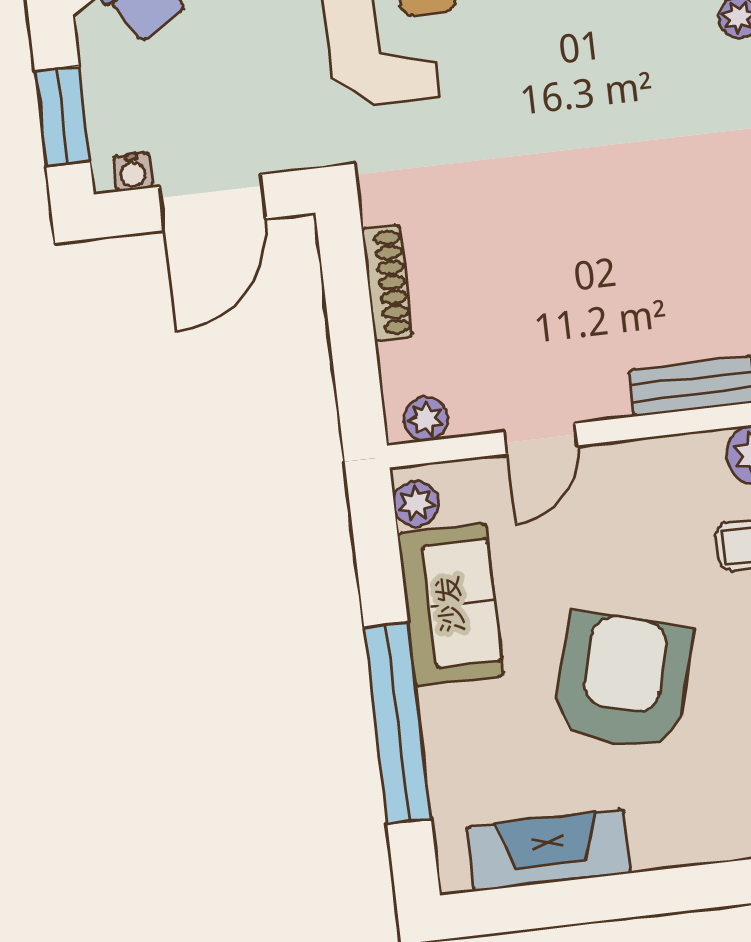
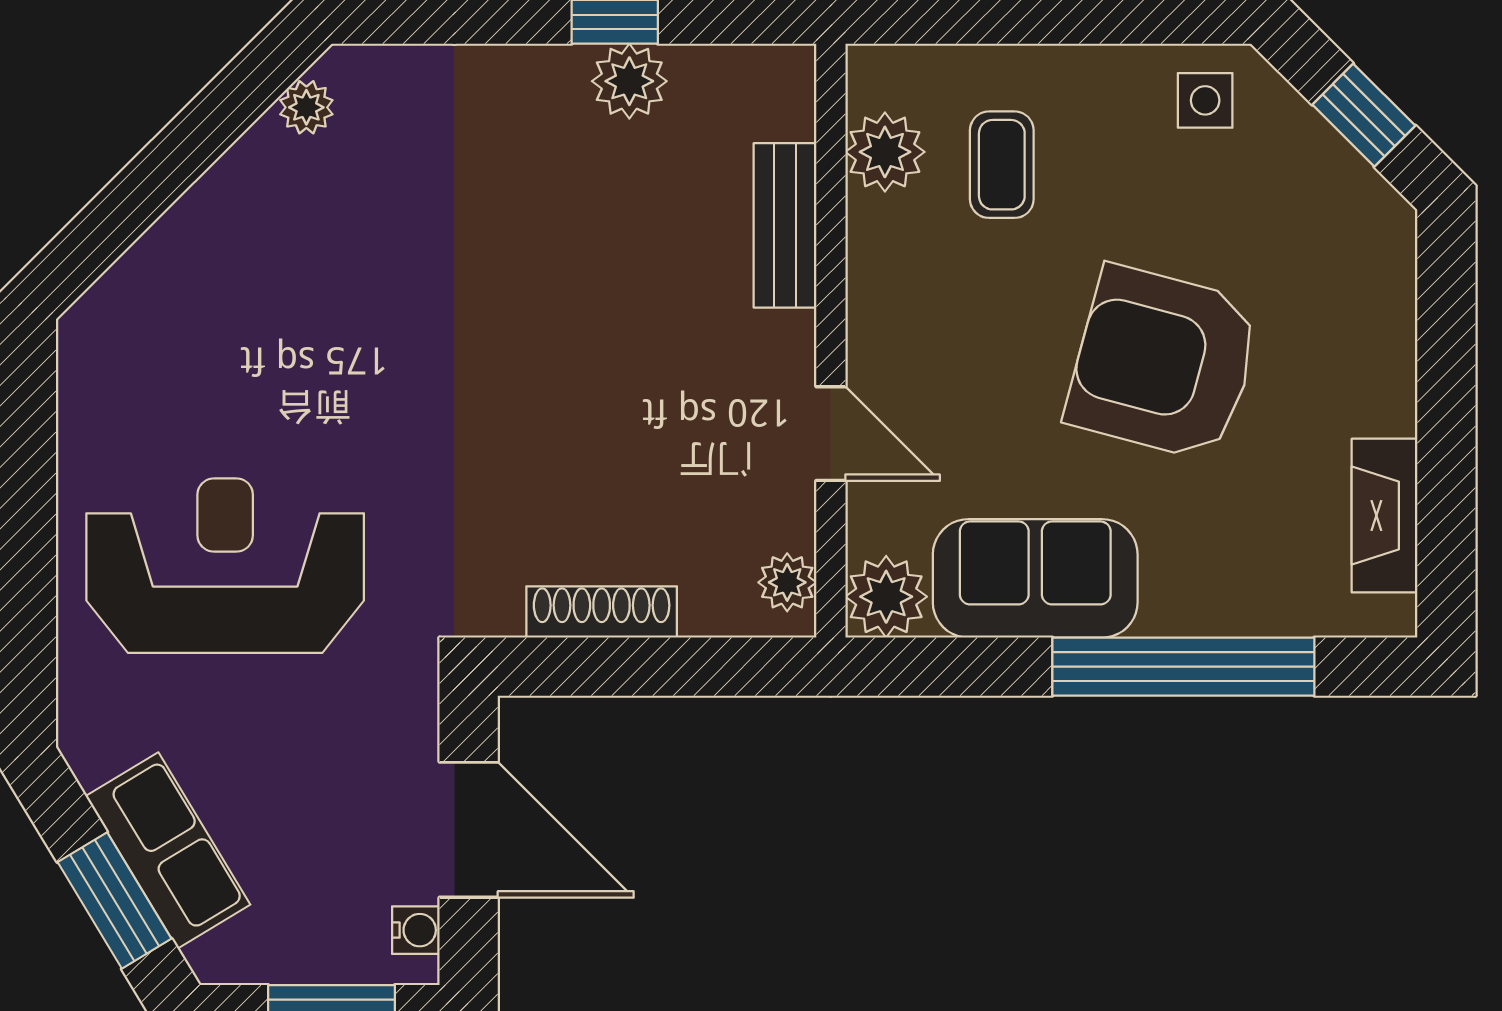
plant: (416, 504) -> (886, 597), width x1.38, depth x1.38
fireplace: (548, 850) -> (1385, 516), width x0.73, depth x0.76

